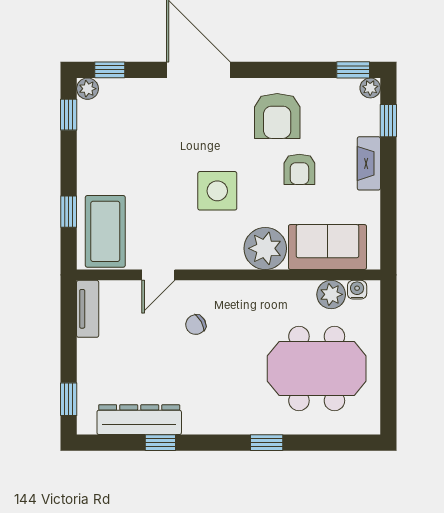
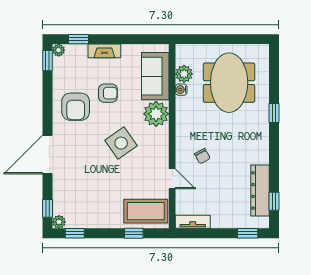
armchair: (277, 116) -> (76, 107), turned 90
side table: (217, 191) -> (121, 143), turned -35
water cooler: (357, 290) -> (181, 90), moved
window: (160, 443) -> (274, 201), moved

